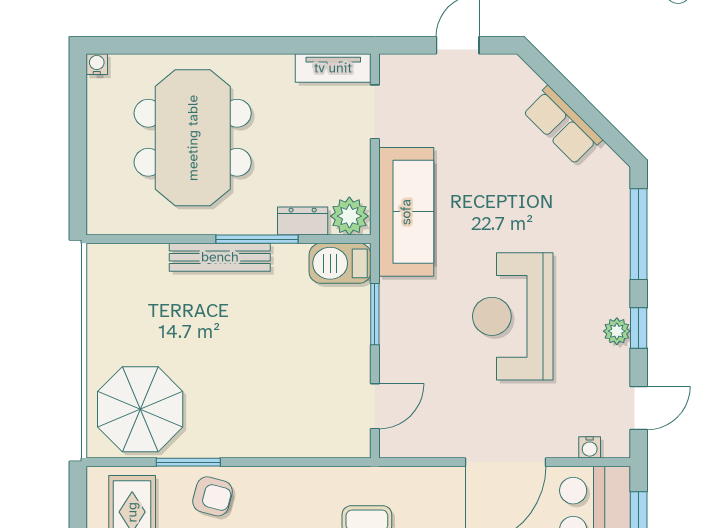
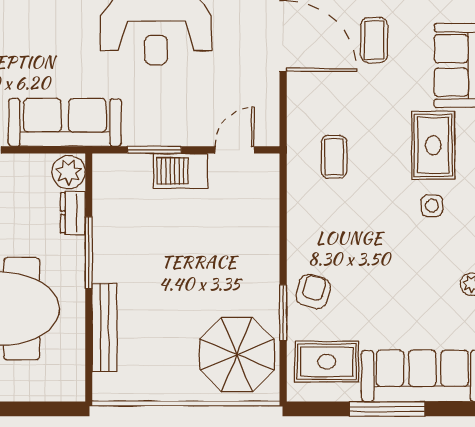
bench: (220, 257) -> (105, 327), moved
barbecue: (340, 263) -> (181, 171), moved, turned 90
door: (375, 406) -> (234, 150), hinge flipped

